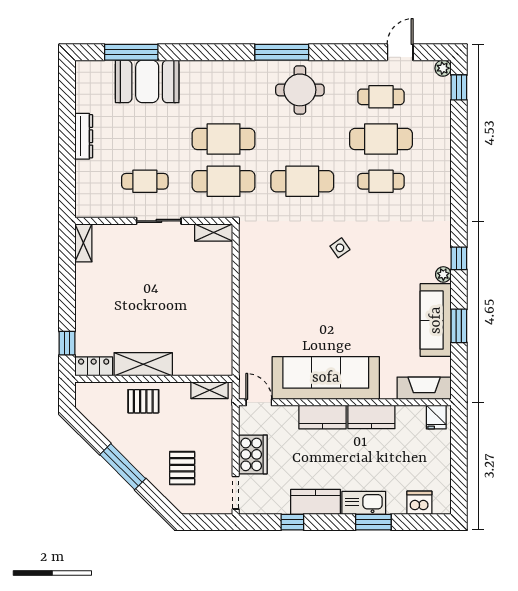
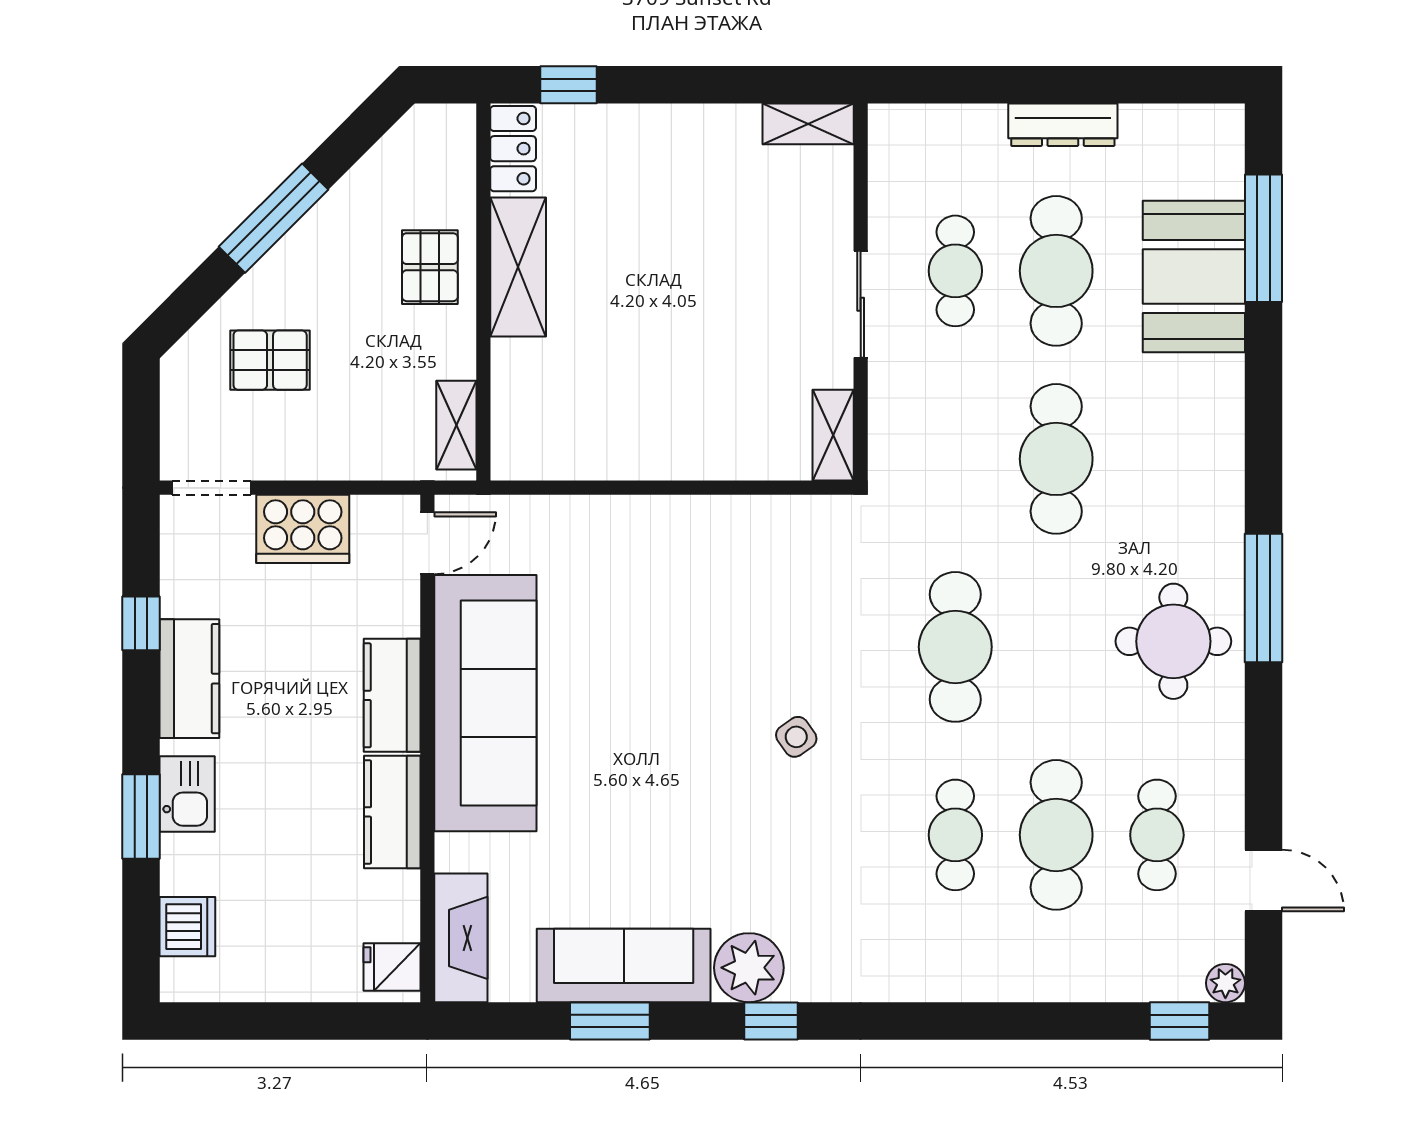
cafe table: (224, 181) -> (1056, 271), moved
plant: (443, 274) -> (749, 968), width x1.88, depth x1.88
kitchen sink: (364, 503) -> (187, 794), width x0.73

